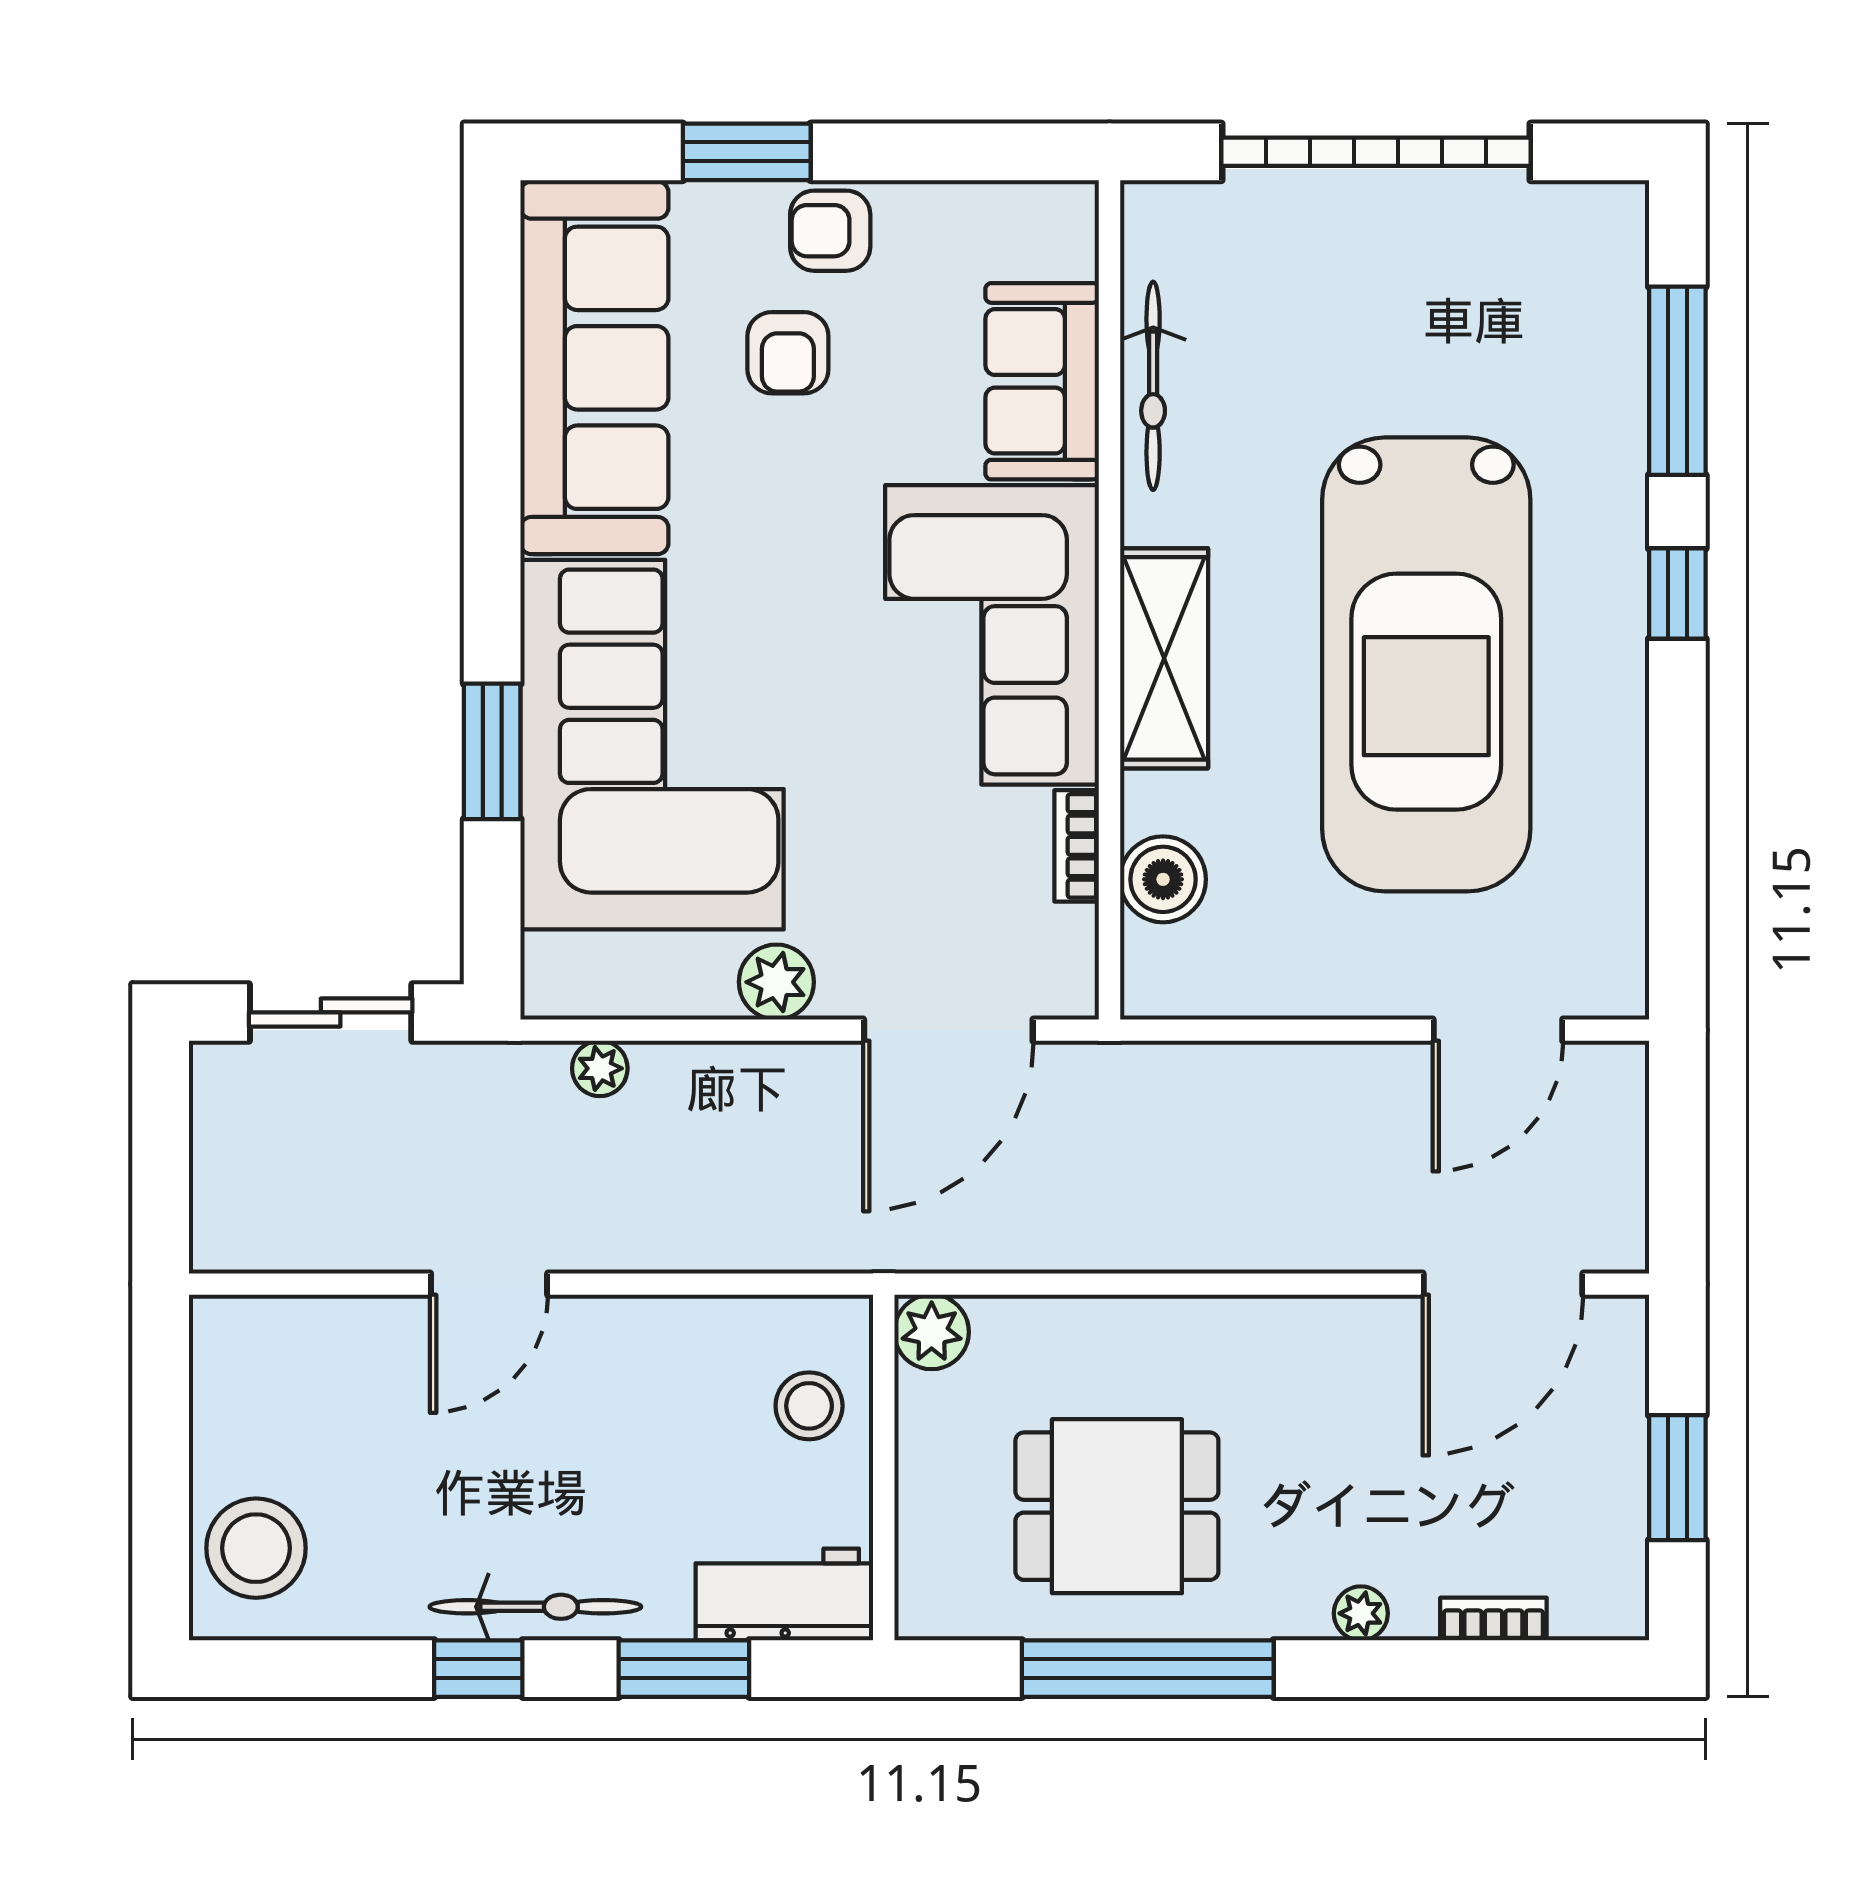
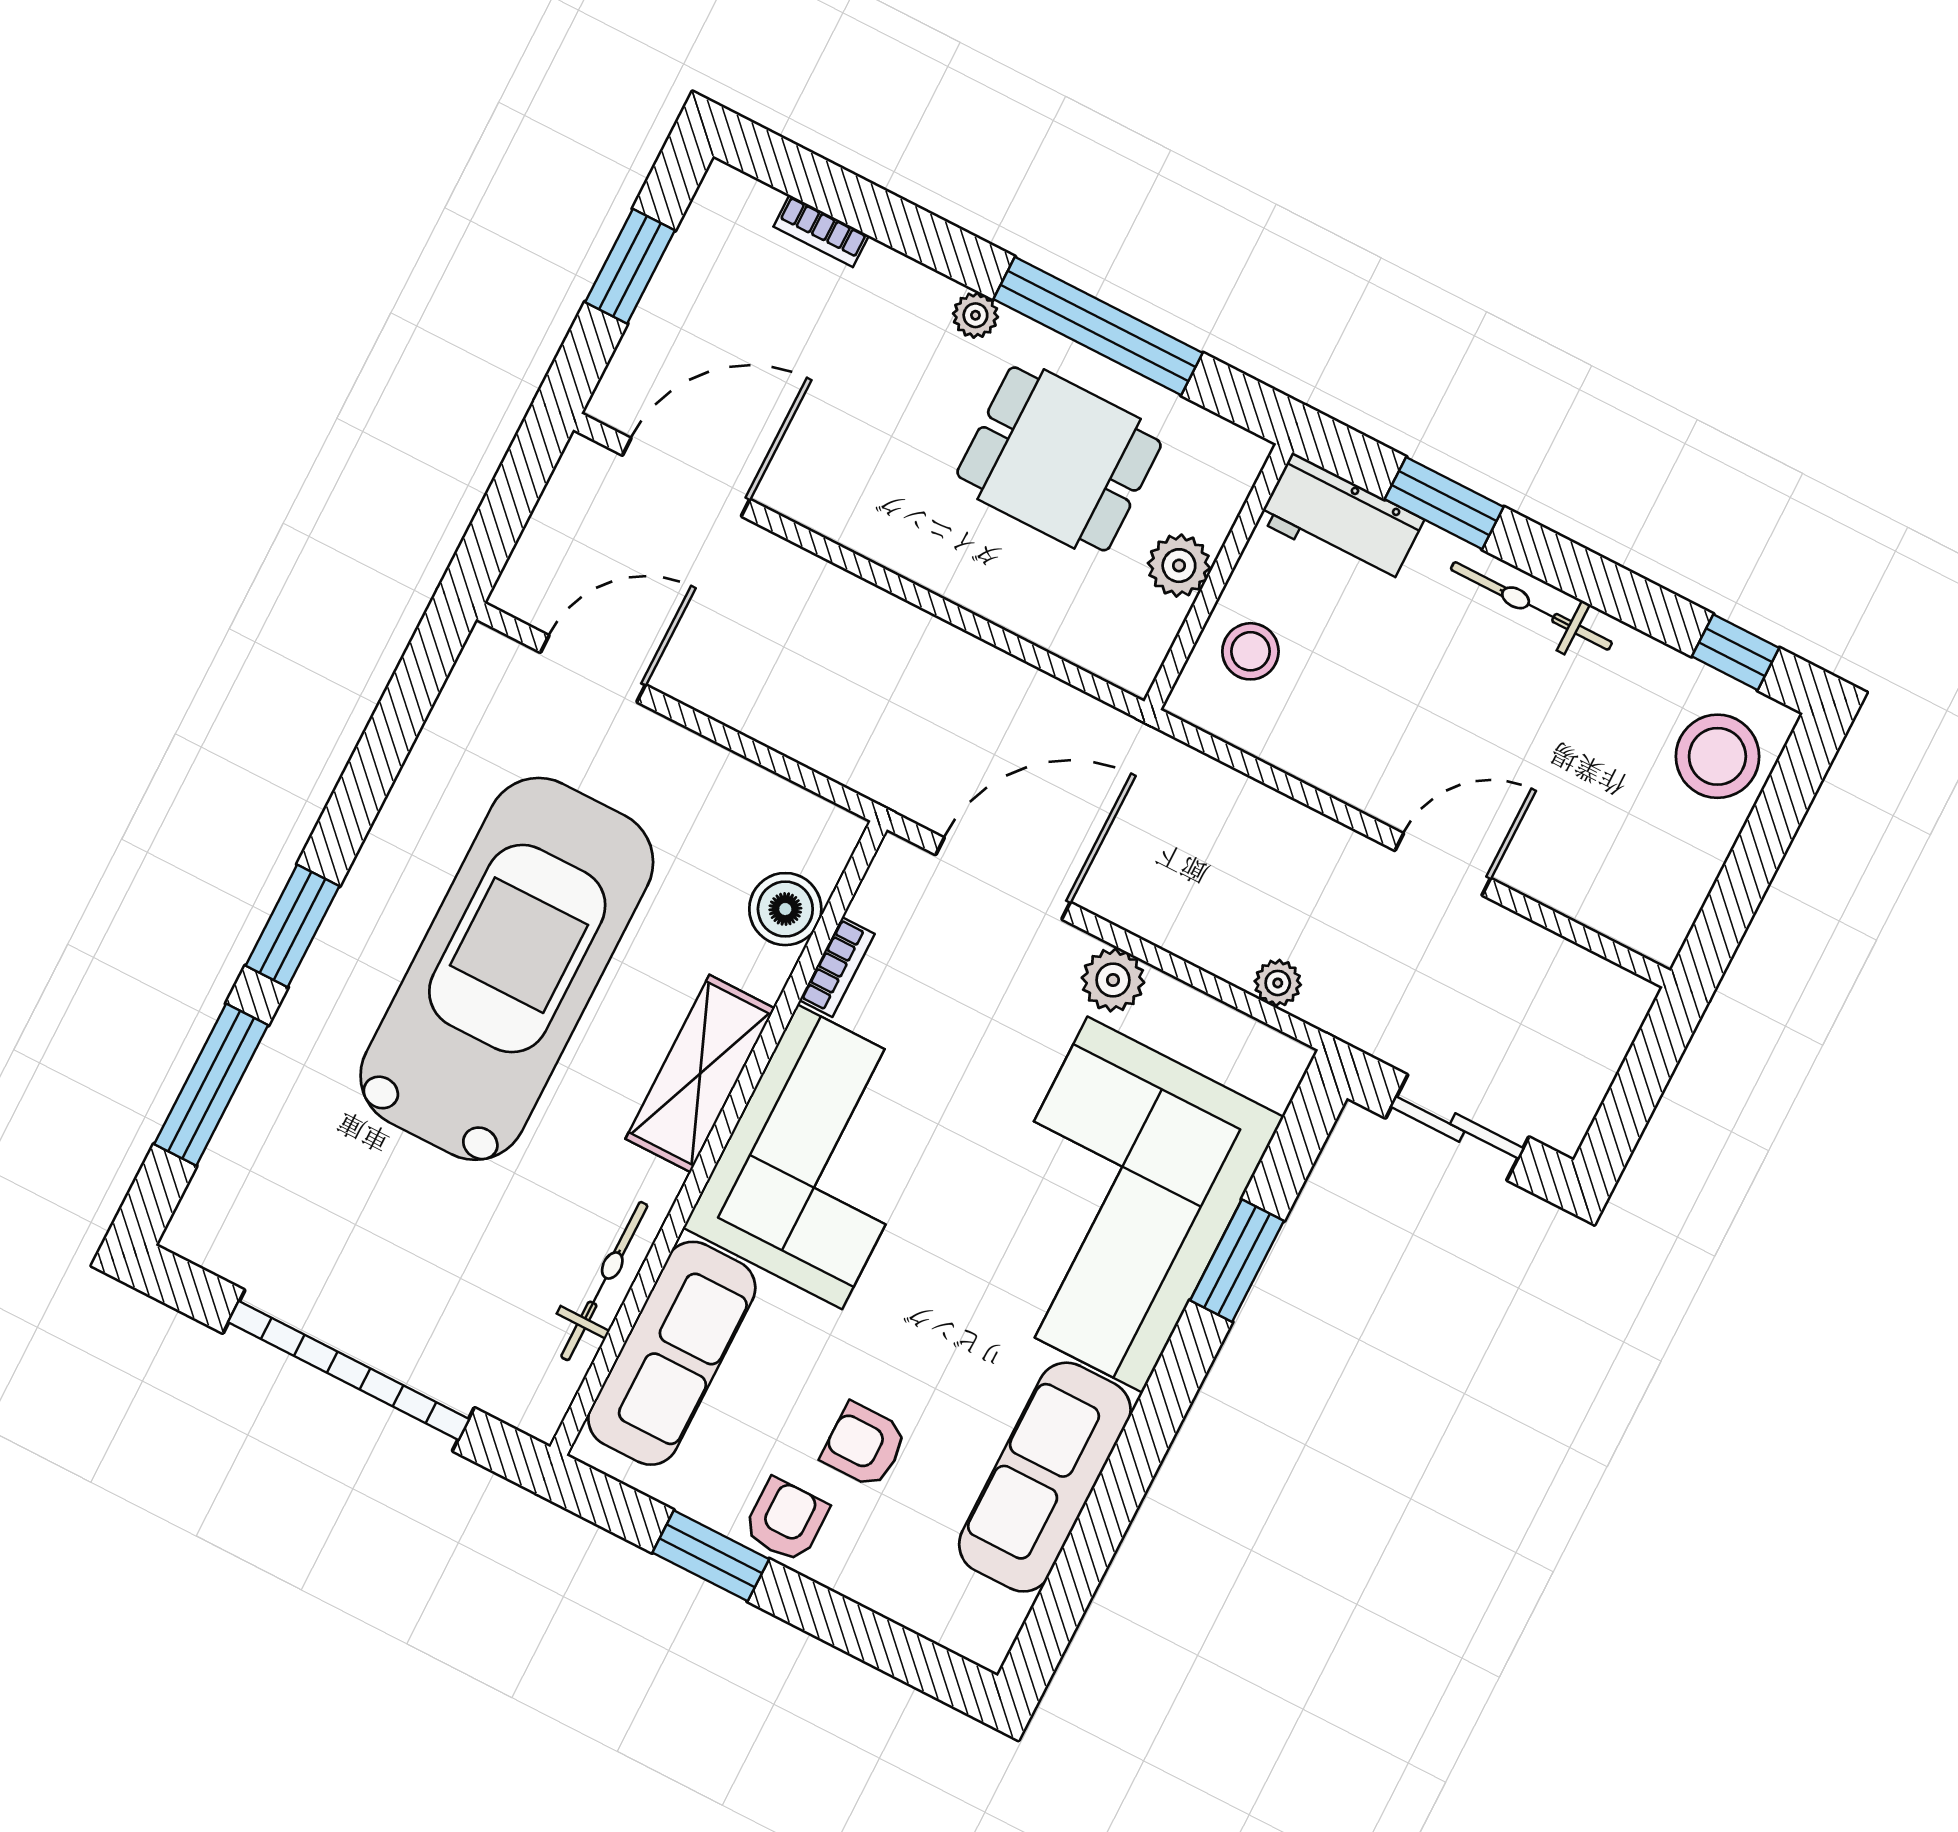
window: (747, 152) -> (711, 1556), moved
armchair: (830, 231) -> (786, 1520), turned -90
armchair: (788, 353) -> (864, 1445), turned -90
sofa: (594, 368) -> (1045, 1477), width x0.74, depth x0.79
sofa: (1042, 381) -> (672, 1353), width x1.36
window: (1677, 594) -> (292, 926), width x1.50
plant: (932, 1332) -> (1179, 566), moved
plant: (1361, 1613) -> (975, 315), moved
window: (478, 1669) -> (1735, 652), moved

